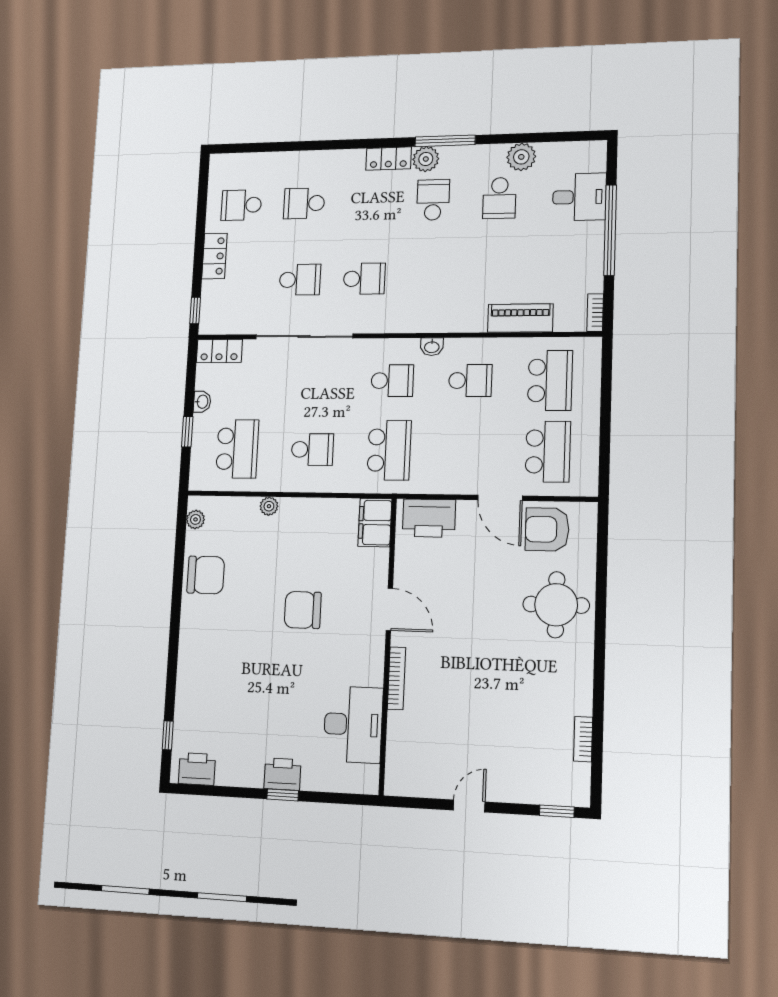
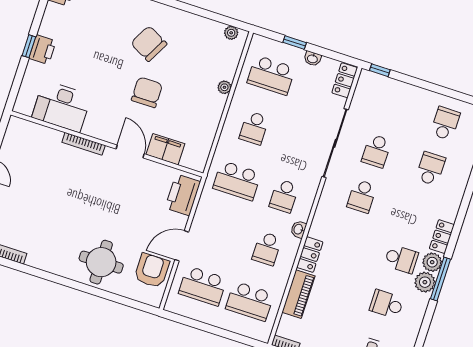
plant: (521, 157) -> (425, 282), moved
locker: (214, 256) -> (310, 255), moved, turned -90
filing cabinet: (375, 523) -> (165, 149), moved
chair: (206, 575) -> (149, 44), moved, turned 118
door: (389, 609) -> (130, 151), swing flipped

